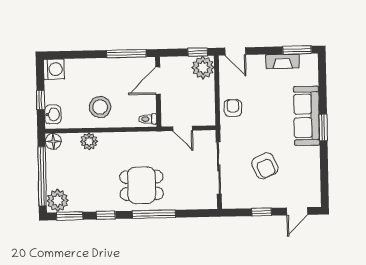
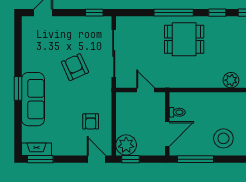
fireplace: (282, 61) -> (36, 149), moved
stool: (100, 107) -> (223, 138), moved
armchair: (233, 108) -> (91, 121), moved
toilet: (148, 119) -> (177, 112), moved
armchair: (265, 166) -> (75, 67), moved
window: (262, 212) -> (94, 13), moved

